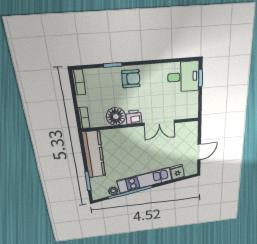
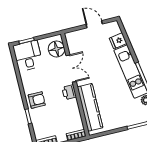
armchair: (131, 79) -> (37, 100), turned 90
floor lamp: (116, 116) -> (56, 49), moved
kitchen counter: (94, 155) -> (90, 107), moved, turned 90

